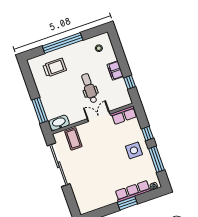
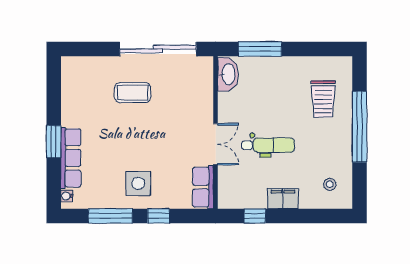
coffee table: (73, 139) -> (133, 93), moved

